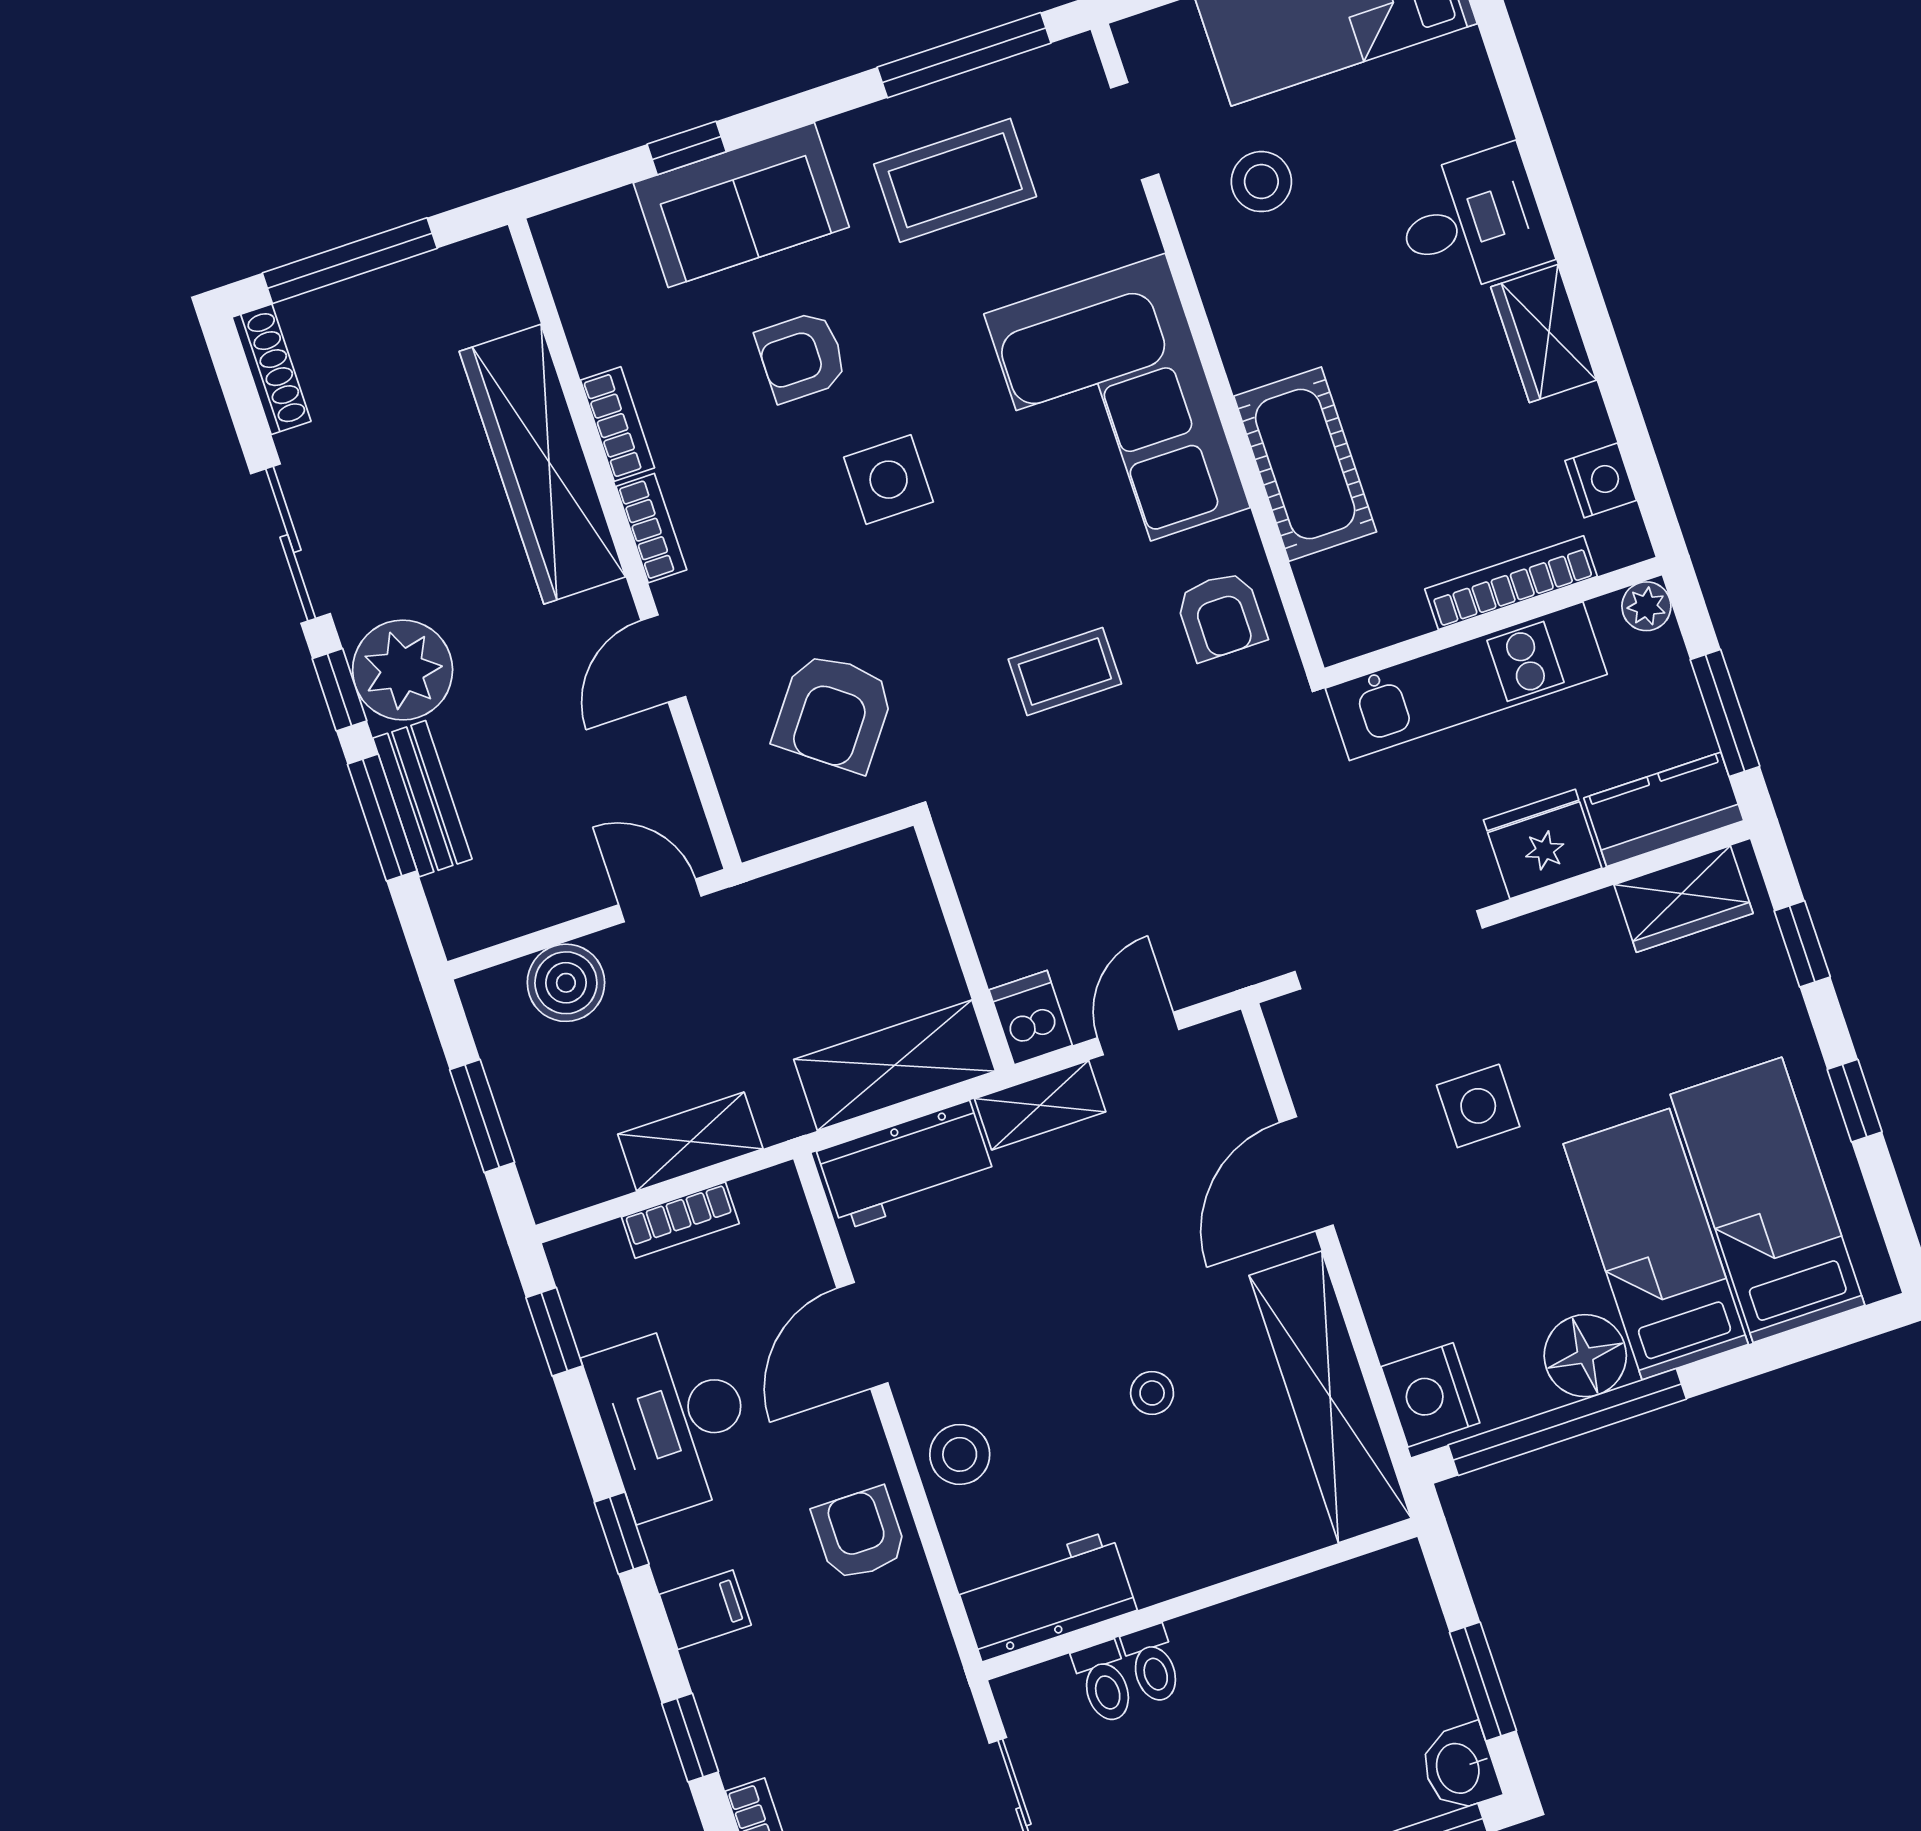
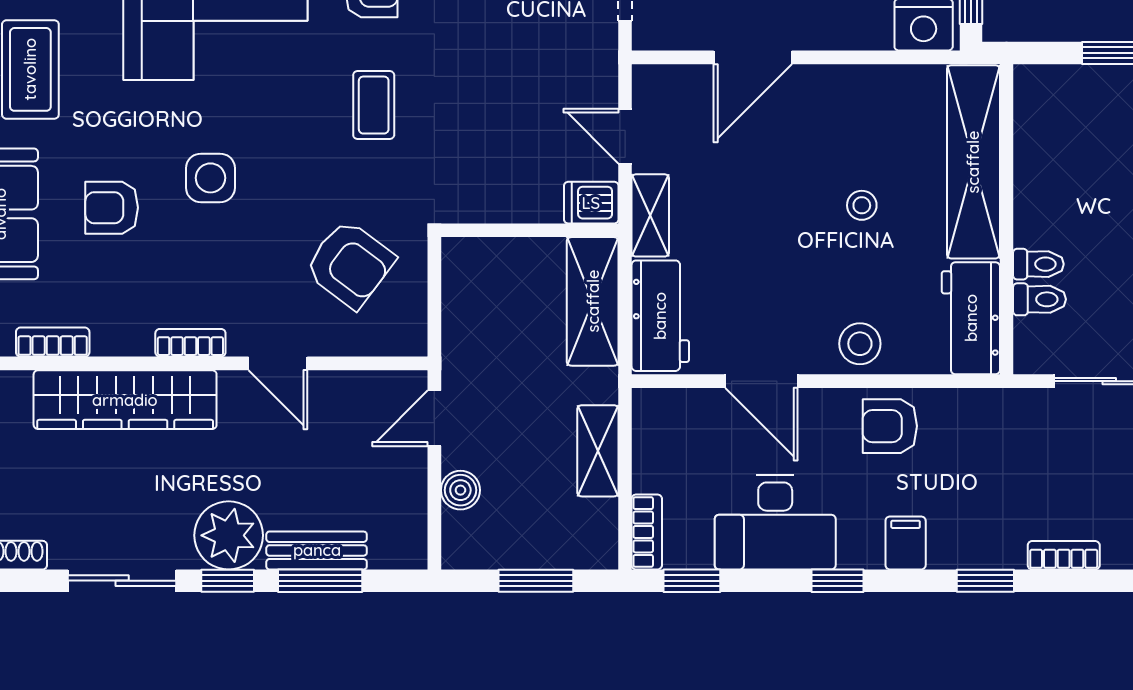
armchair: (802, 357) -> (112, 208), turned 90
bookcase: (617, 424) -> (53, 342), moved
boiler: (566, 983) -> (460, 490), width x0.73, depth x0.73
door: (1306, 1174) -> (753, 57), hinge flipped
bookcase: (680, 1220) -> (647, 532), moved
shelving: (1330, 1397) -> (973, 162), moved, turned 90

